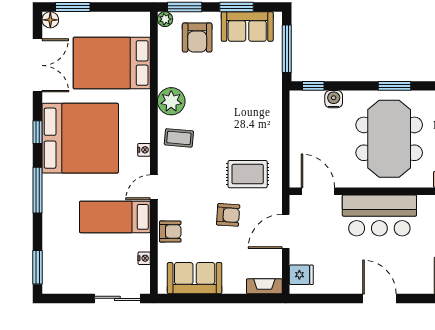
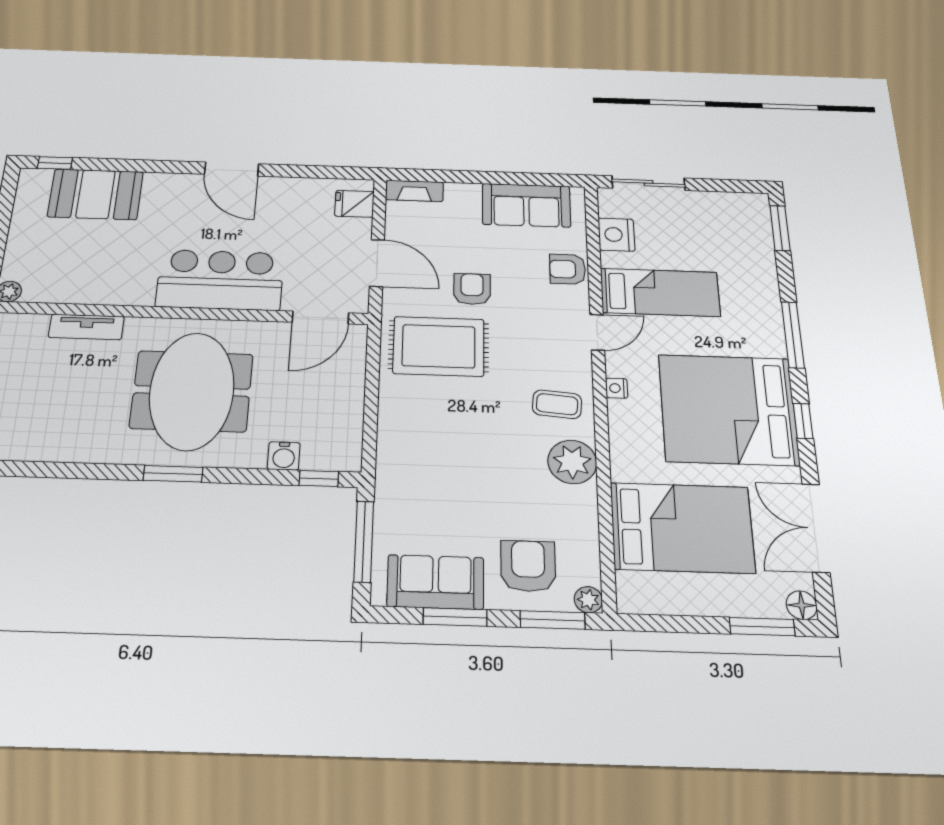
rug: (248, 174) -> (439, 346), width x1.36, depth x1.43
door: (318, 191) -> (320, 318), hinge flipped
armchair: (228, 215) -> (472, 289), turned 86
door: (286, 231) -> (377, 263), hinge flipped
nightstand: (144, 258) -> (616, 235), width x1.89, depth x1.79

